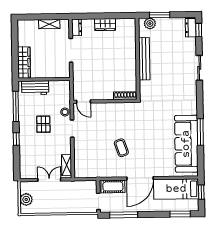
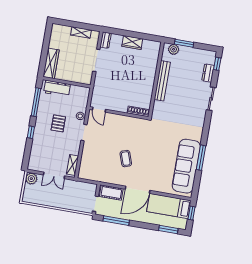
dresser: (191, 28) -> (208, 73), moved
double door: (49, 180) -> (54, 175), swing flipped
plant: (26, 199) -> (31, 179), moved

